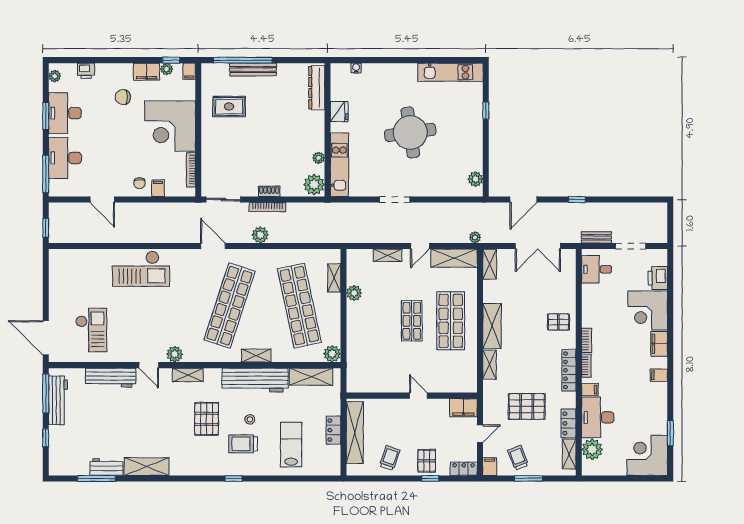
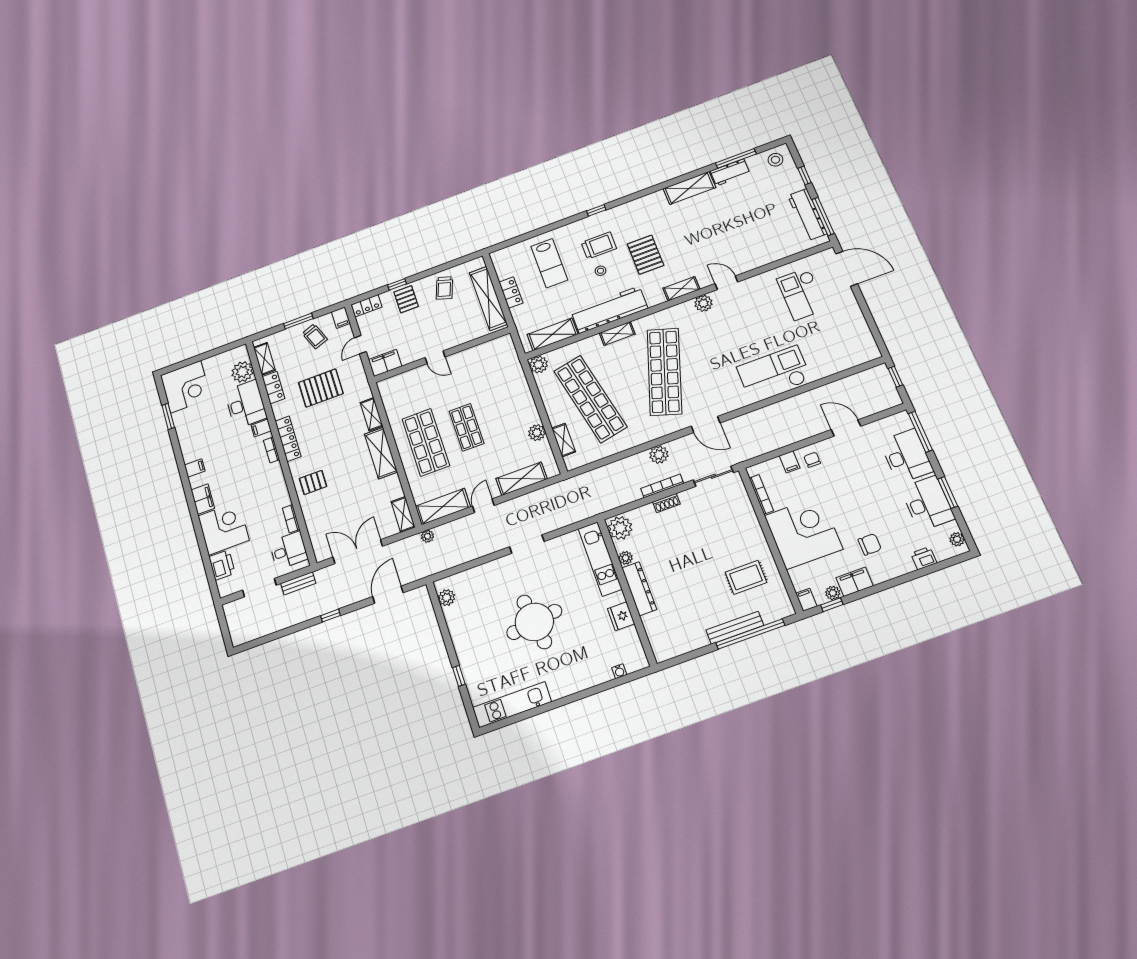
dresser: (317, 88) -> (639, 589), moved
shelving: (387, 255) -> (522, 479), width x1.50, depth x1.33
bookcase: (587, 340) -> (291, 519), moved
workbench: (111, 377) -> (761, 256), removed
stool: (64, 463) -> (775, 160), added

